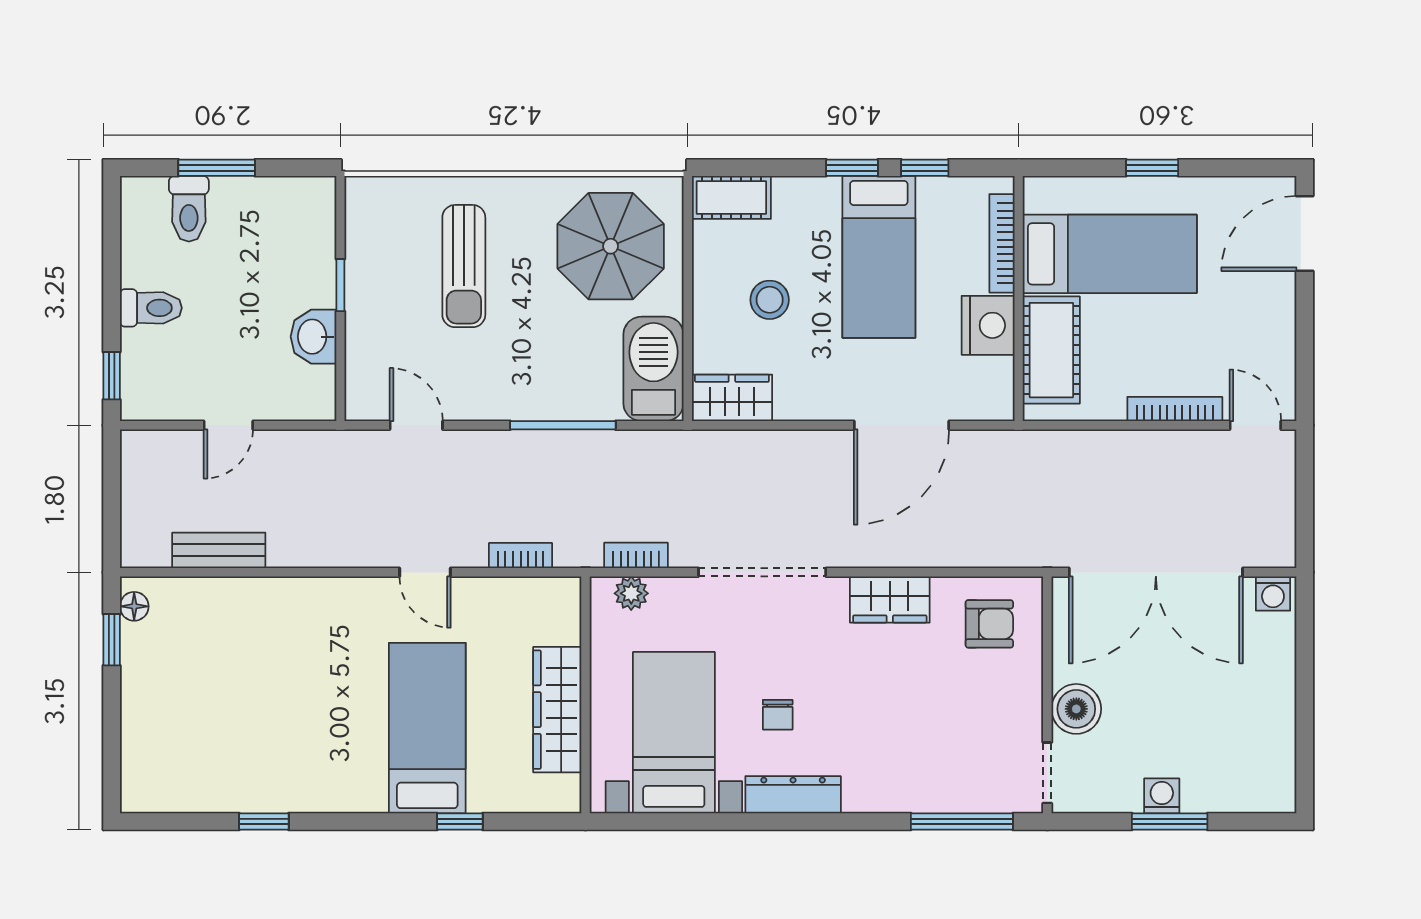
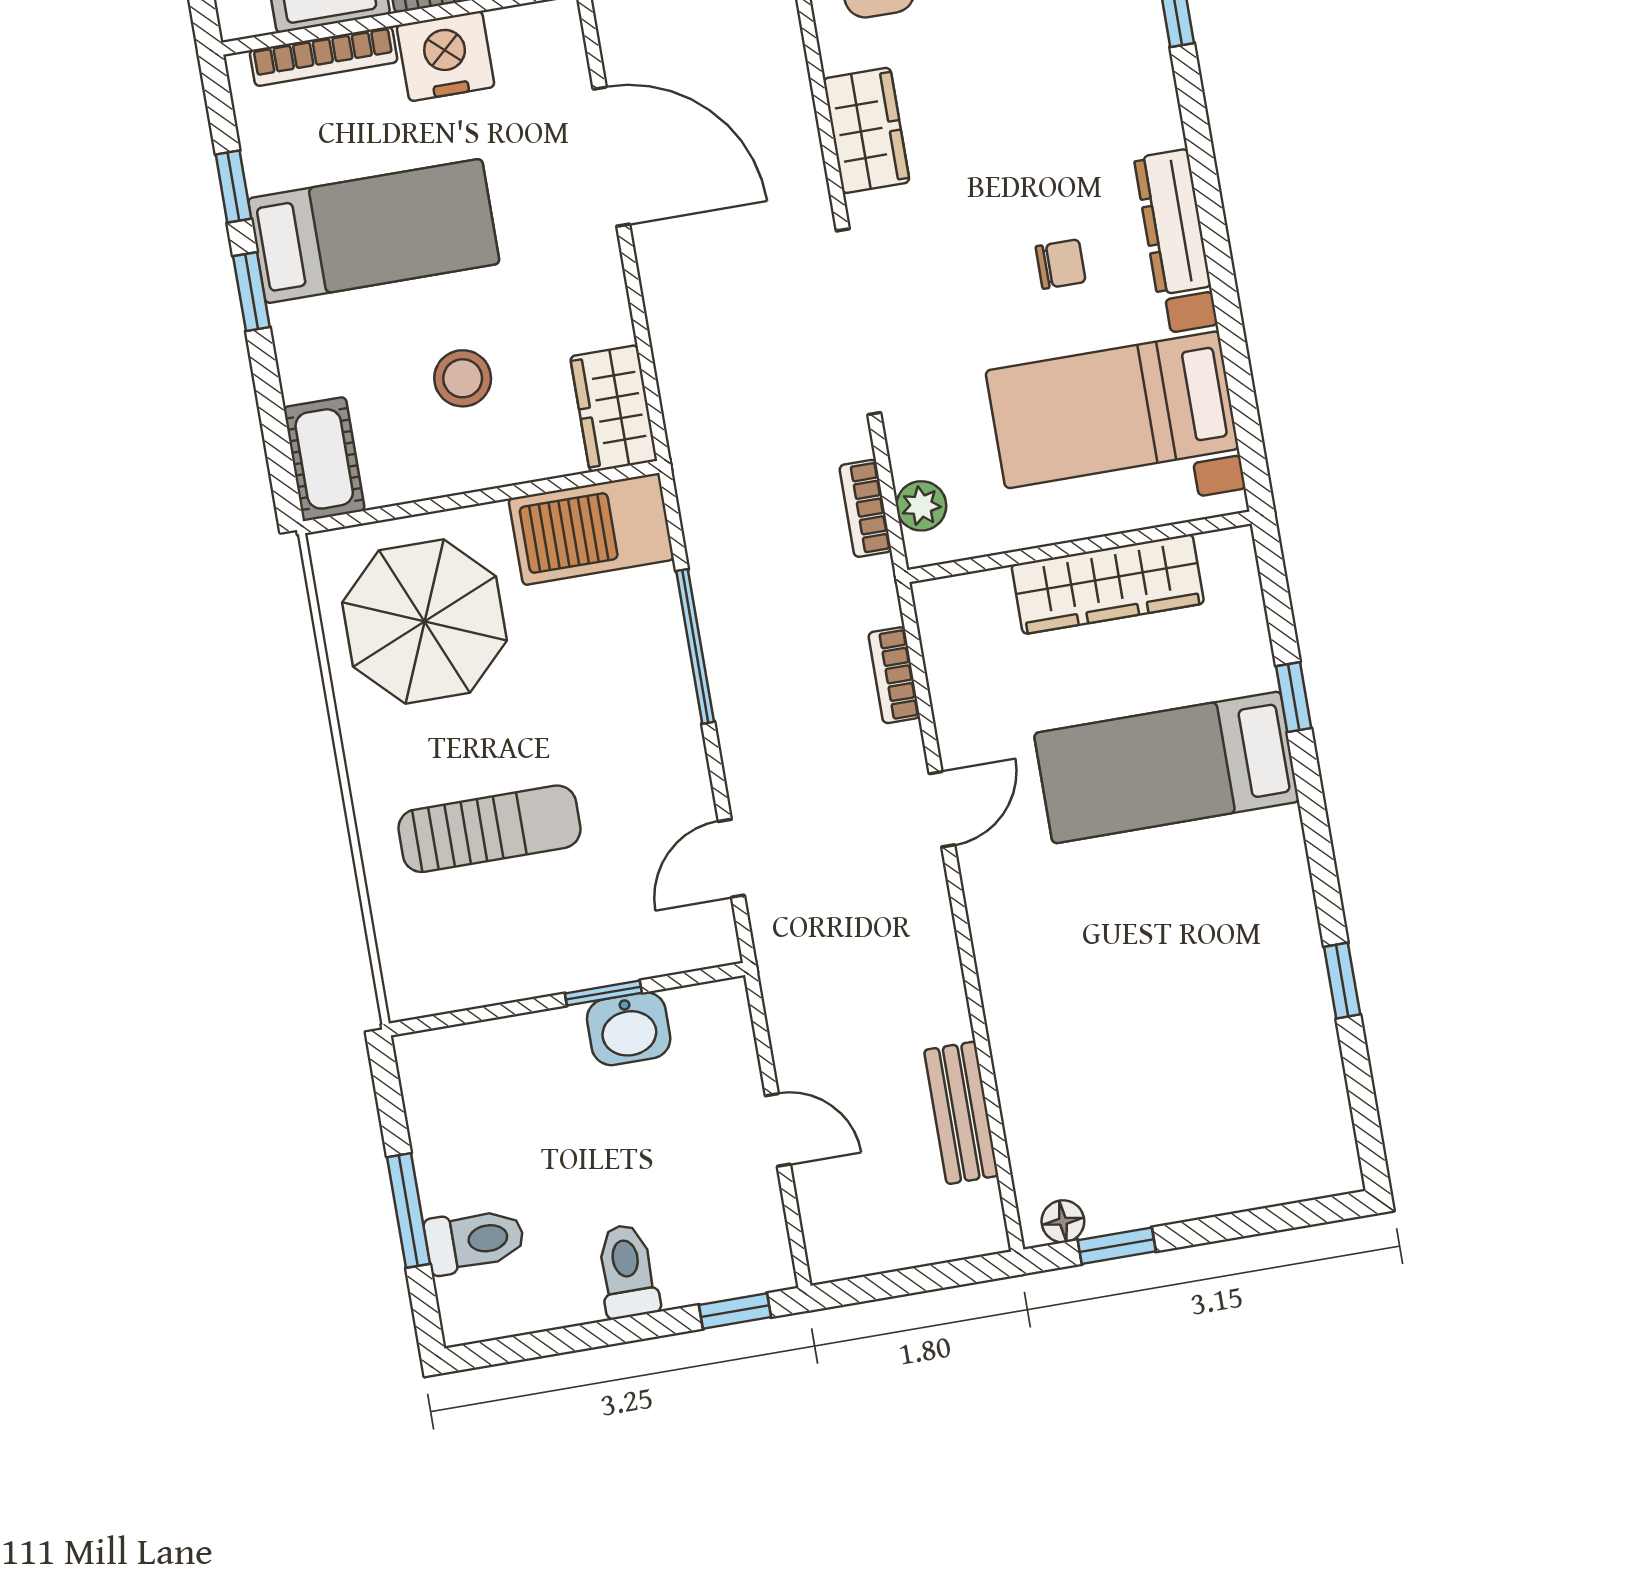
window: (340, 285) -> (603, 993), moved

